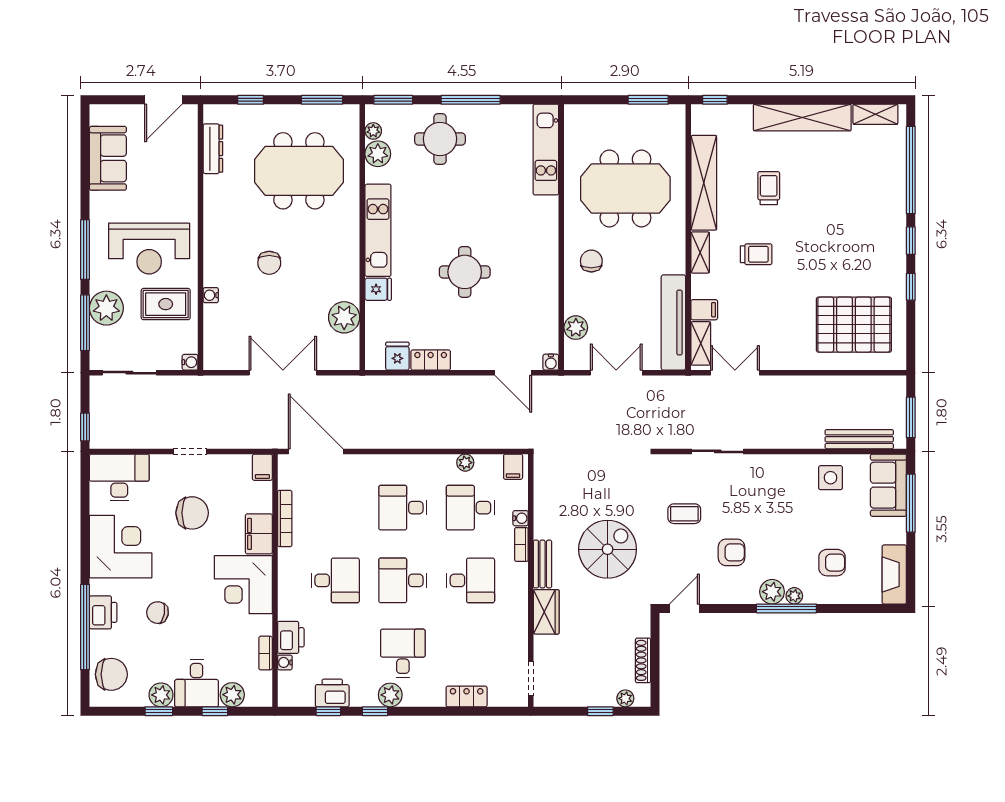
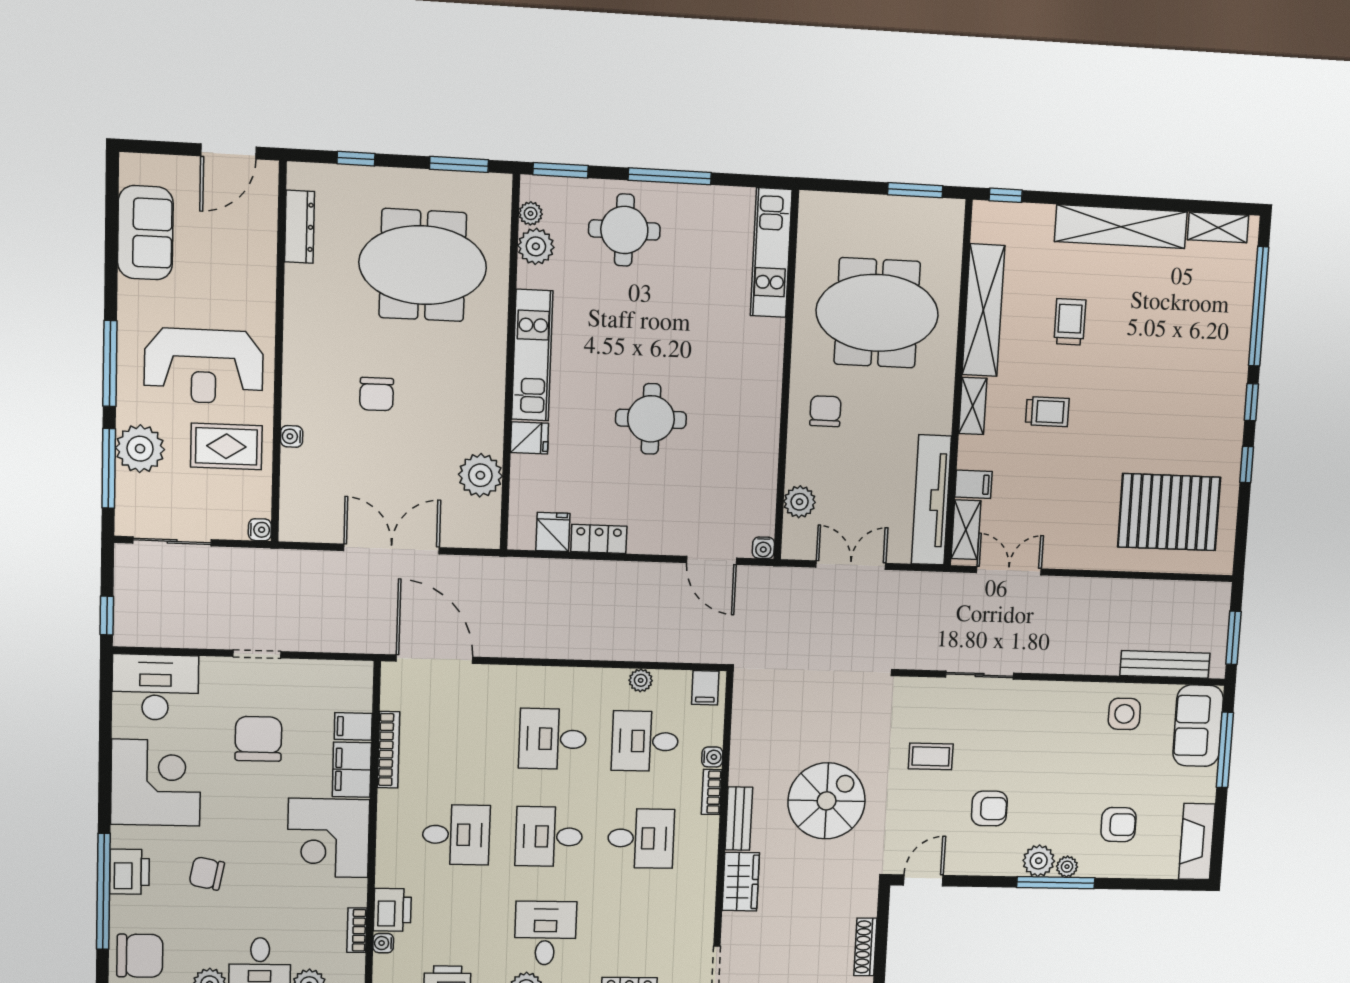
filing cabinet: (262, 467) -> (353, 726), moved, turned 90
chair: (192, 513) -> (258, 739), turned -90

